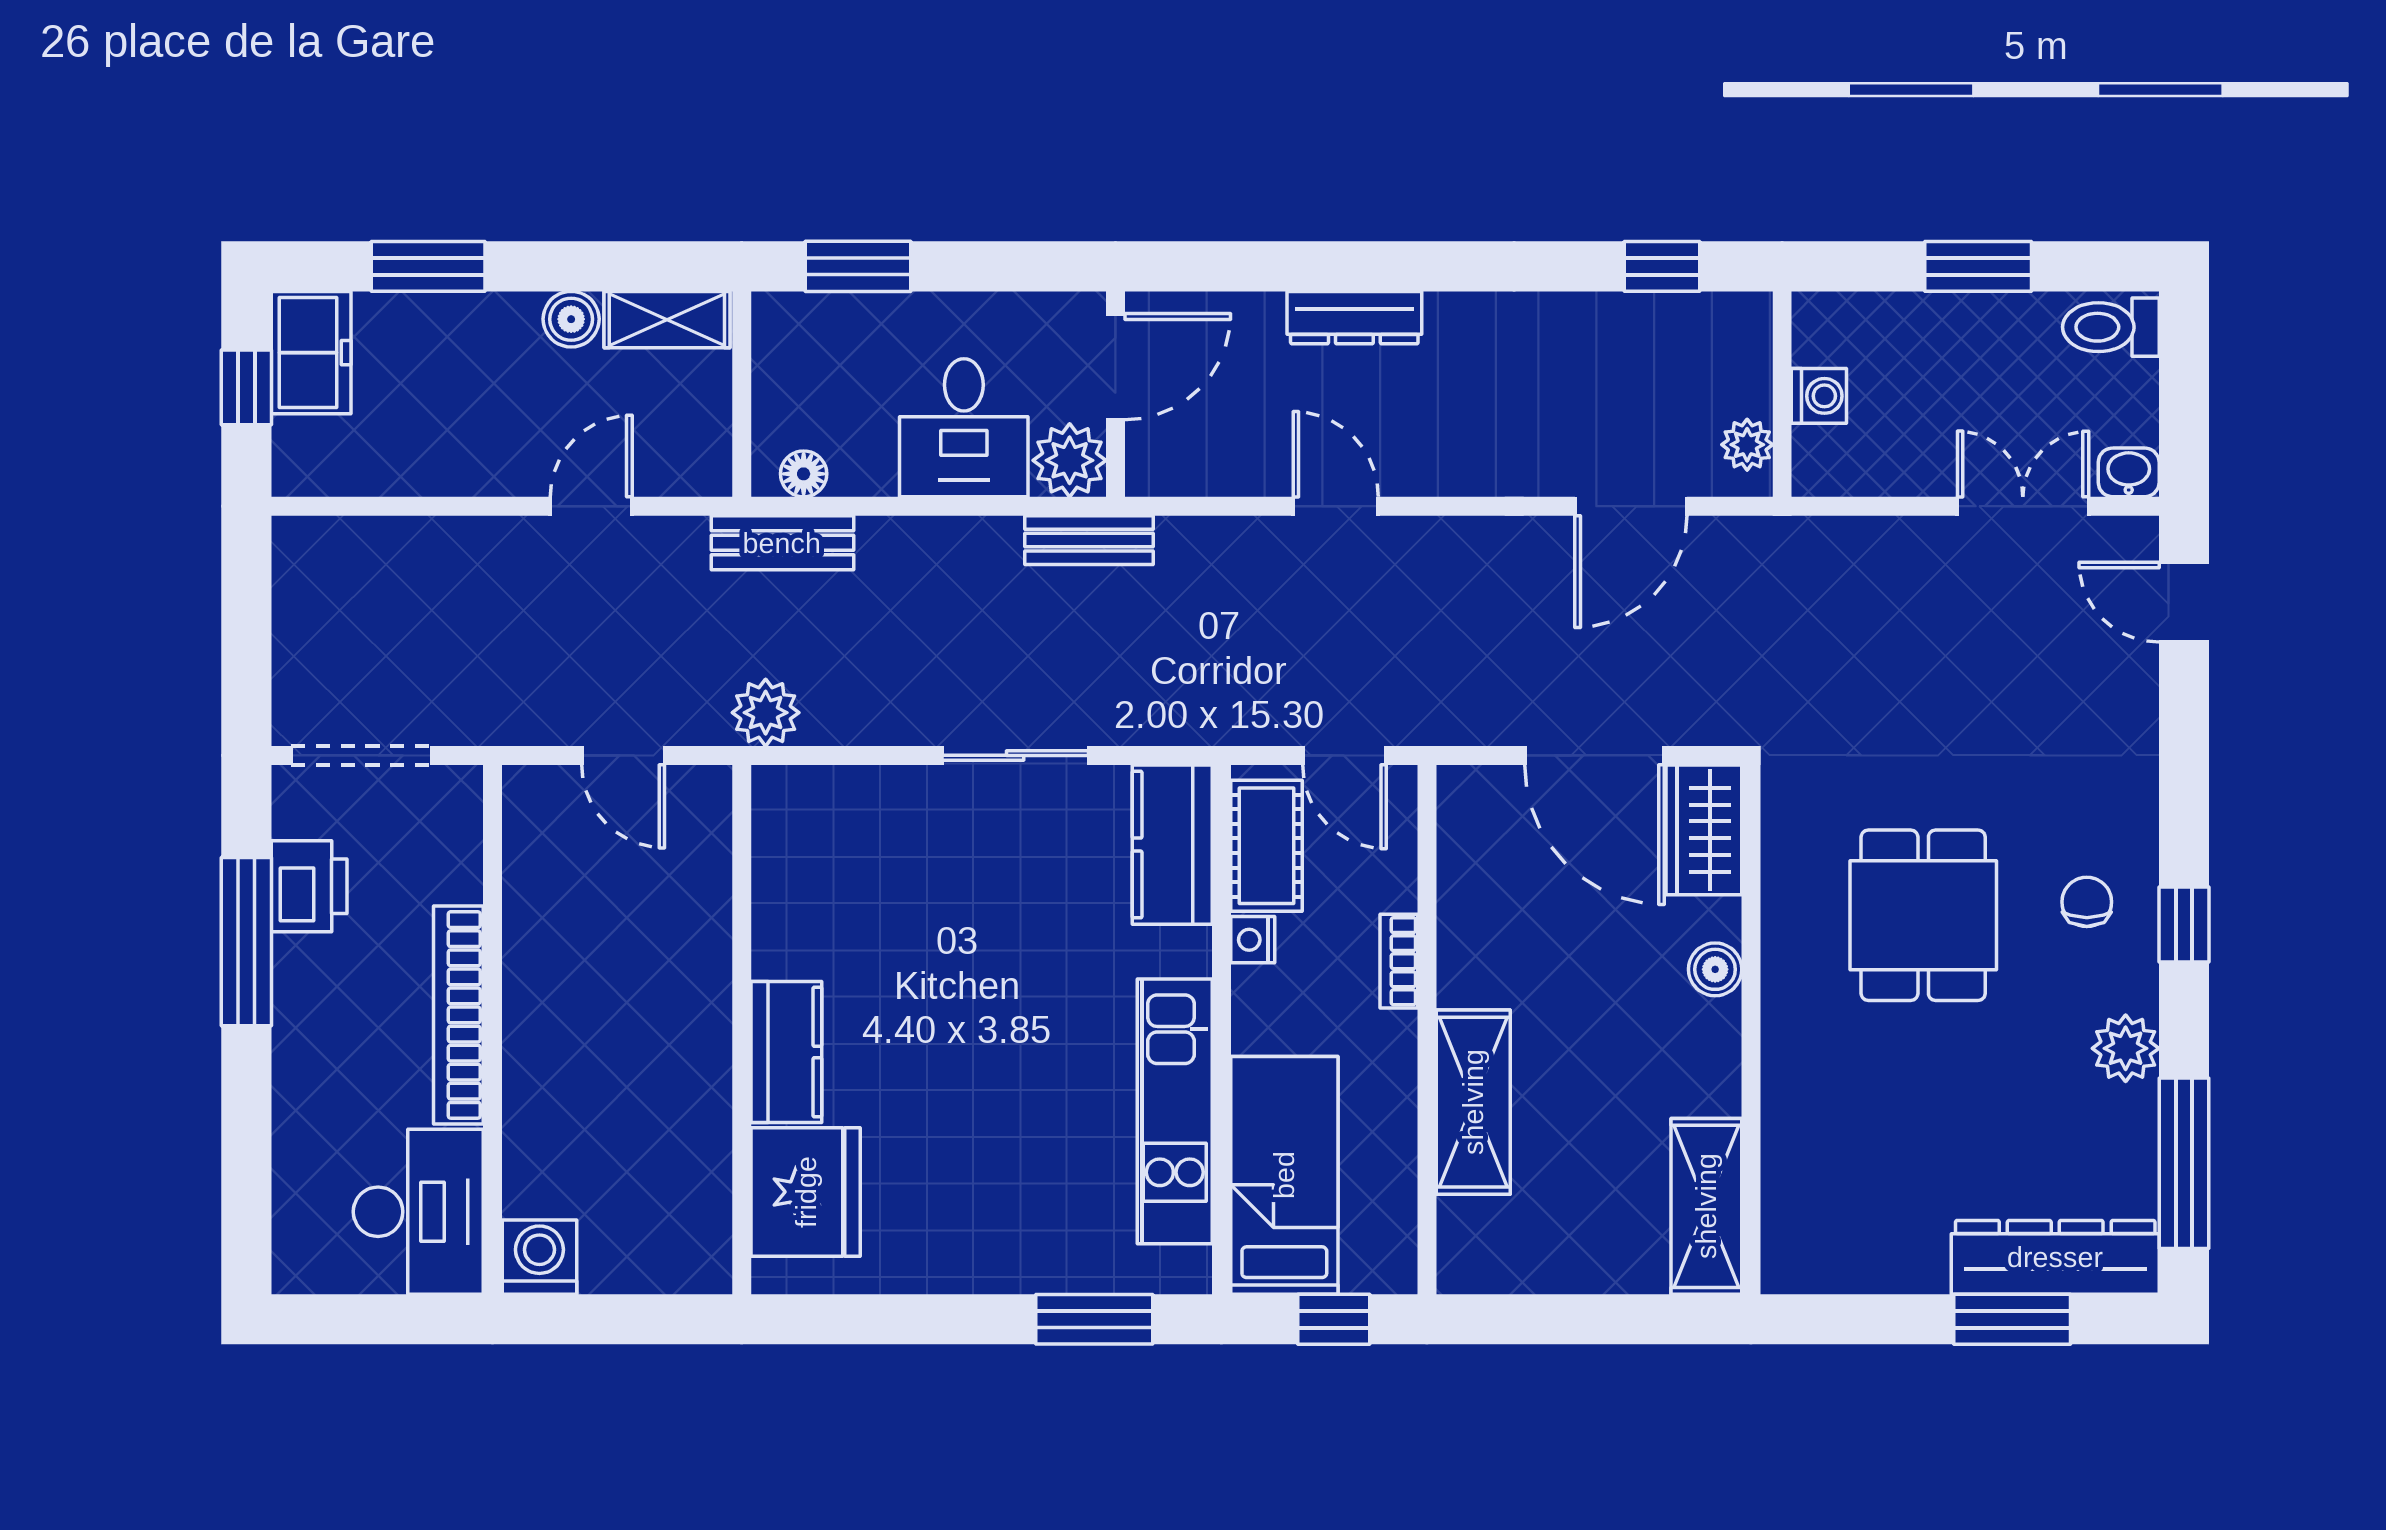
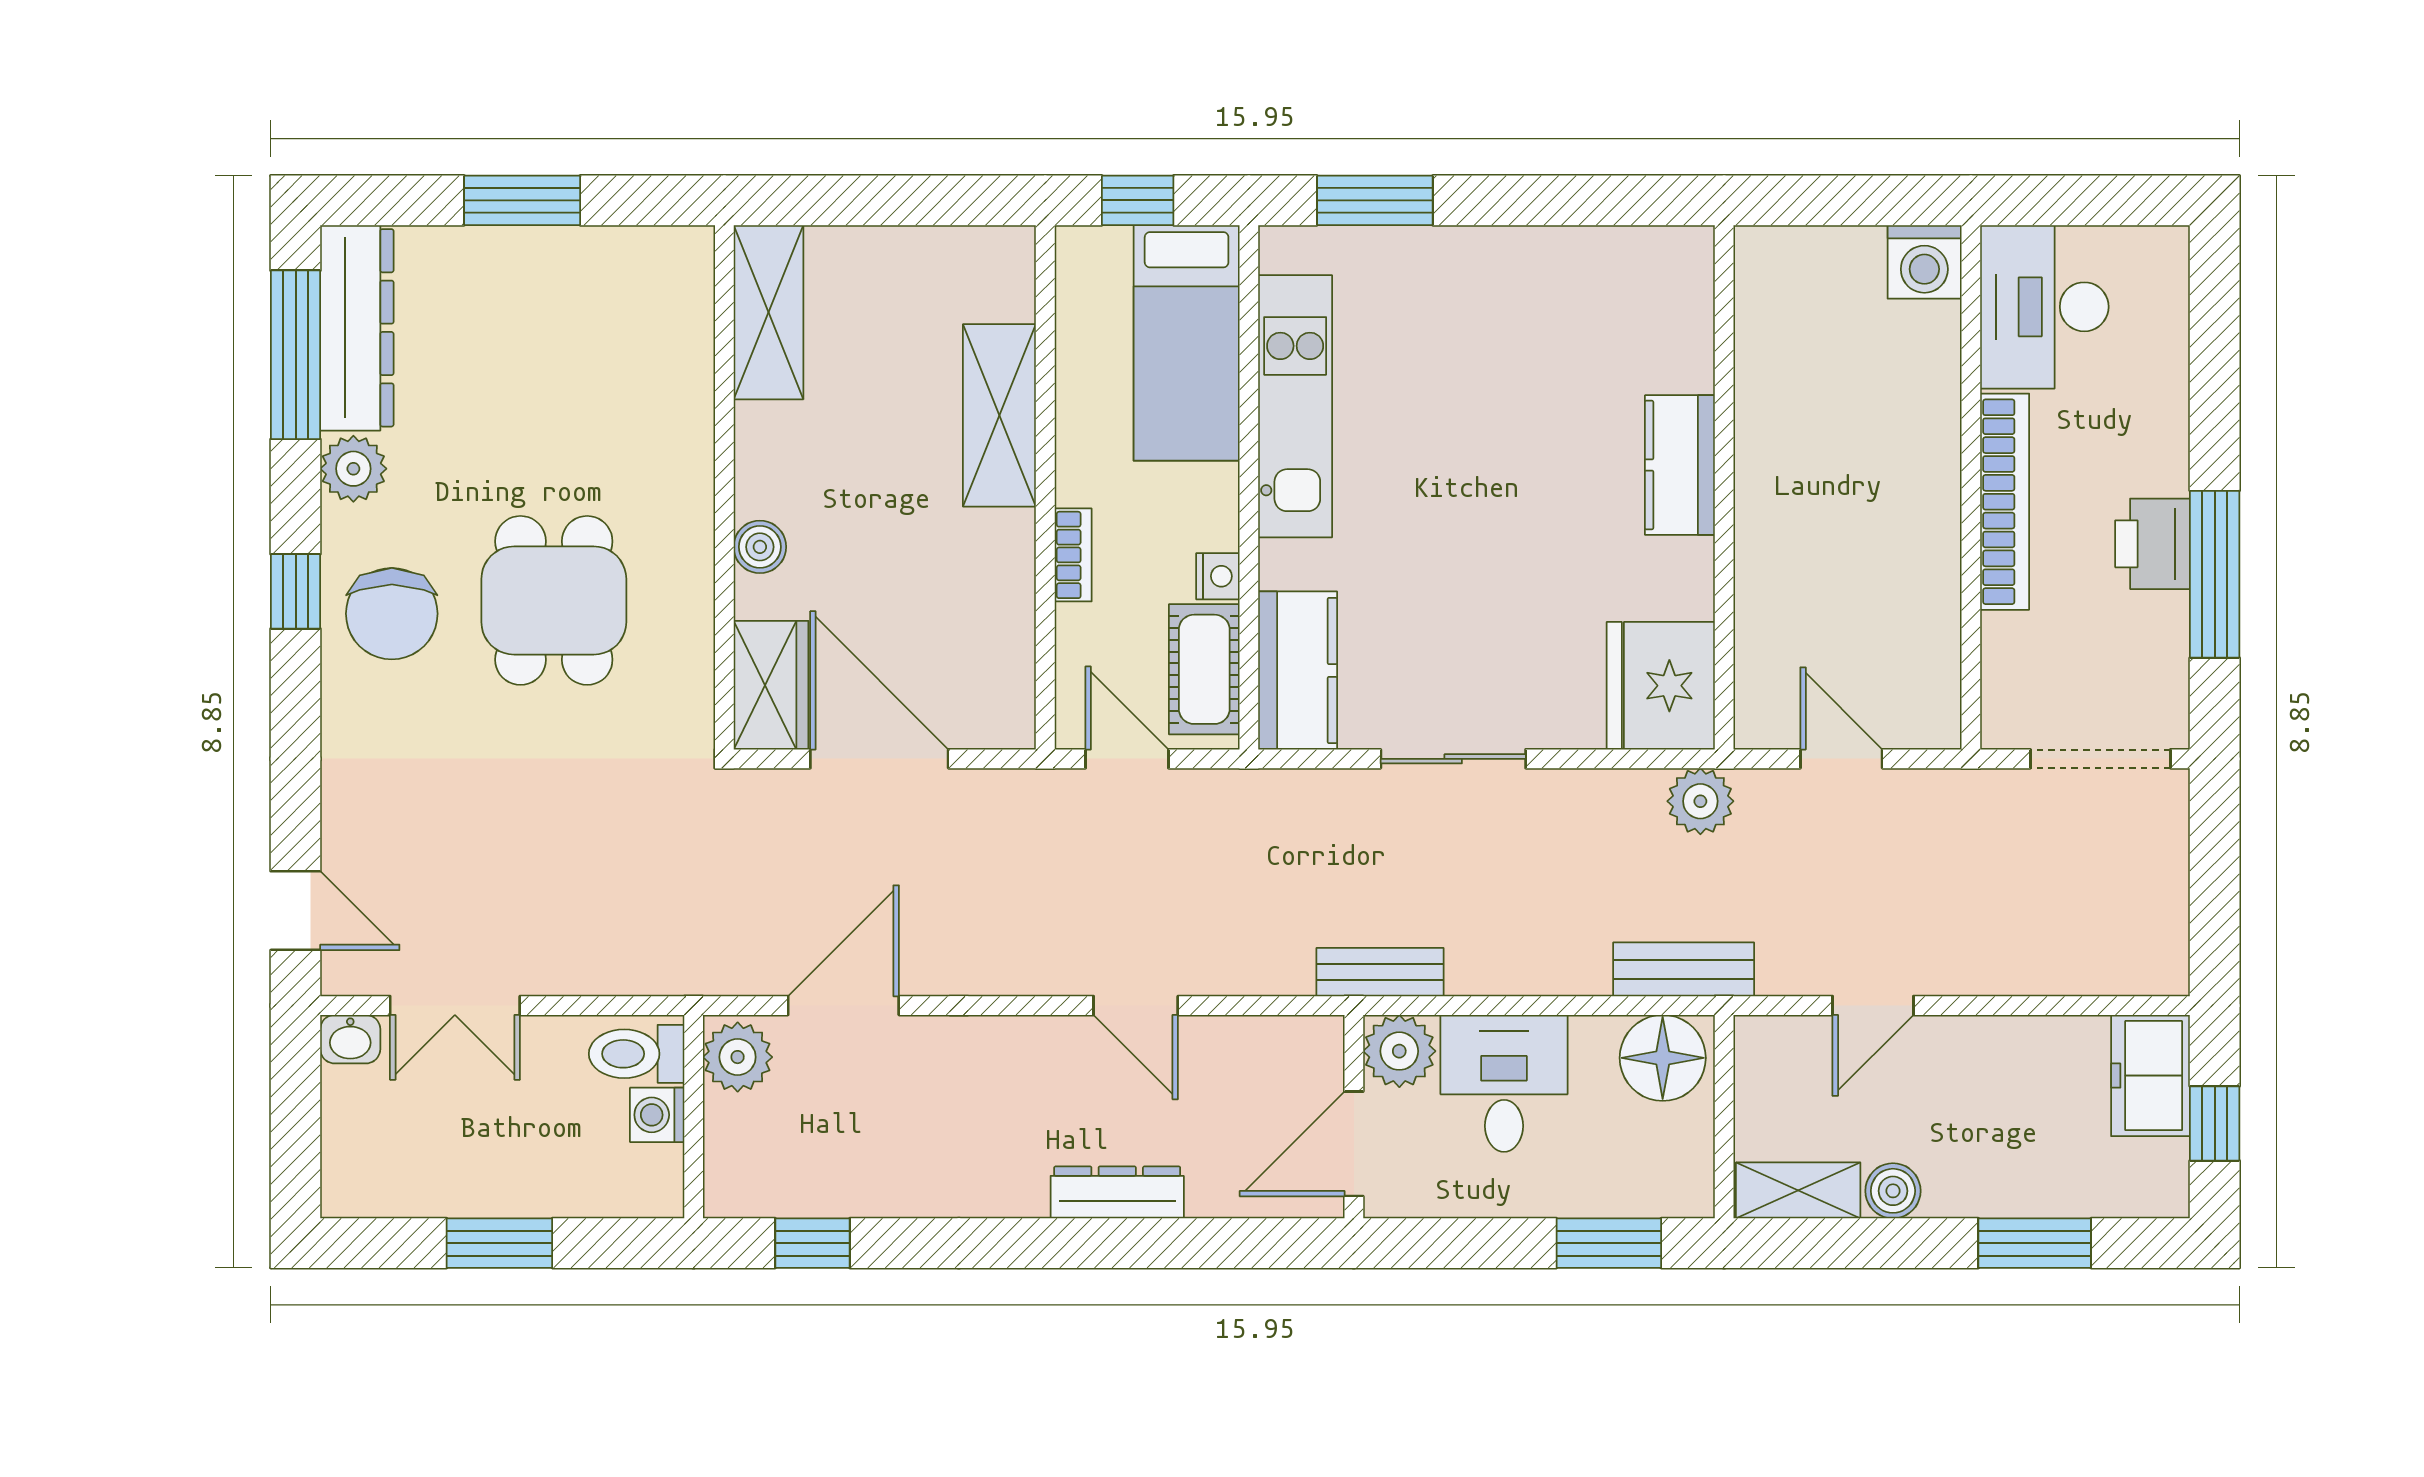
toilet: (2111, 327) -> (637, 1054), moved, turned 180
freezer: (311, 353) -> (2150, 1076), moved
plant: (1747, 445) -> (738, 1057), width x1.38, depth x1.38
floor lamp: (804, 474) -> (1663, 1058), width x1.89, depth x1.89
printer: (309, 886) -> (2153, 544), moved
chair: (2087, 902) -> (392, 614), width x1.87, depth x1.87
fridge: (806, 1192) -> (1661, 686), moved
dresser: (2055, 1257) -> (357, 328), moved, turned -90
window: (2012, 1319) -> (522, 200), moved

